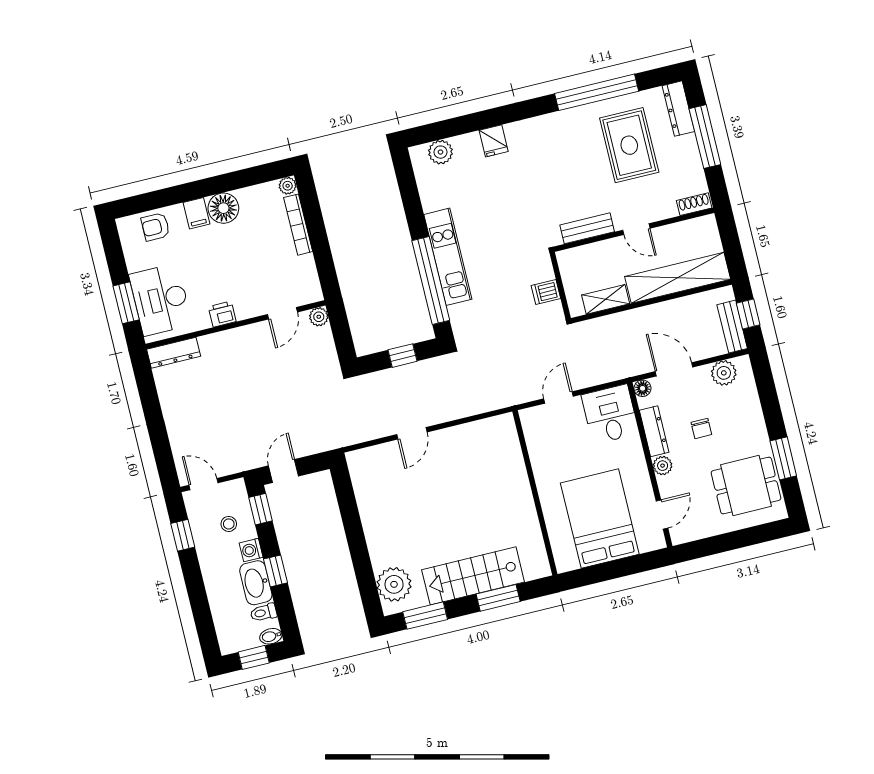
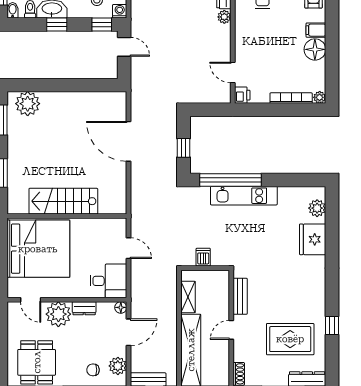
window: (597, 92) -> (332, 326), width x0.32
fridge: (494, 141) -> (313, 239), width x1.88, depth x1.34
printer: (222, 314) -> (242, 95), moved
plant: (319, 317) -> (224, 17), moved
chair: (701, 428) -> (93, 370), moved
dresser: (654, 431) -> (84, 308), width x0.70
door: (412, 433) -> (129, 141), width x1.87
plant: (663, 466) -> (58, 314), width x1.87, depth x1.87
bed: (600, 519) -> (38, 249), width x1.36
washing machine: (251, 550) -> (120, 11), moved
stairs: (473, 576) -> (63, 201), moved, turned -90

